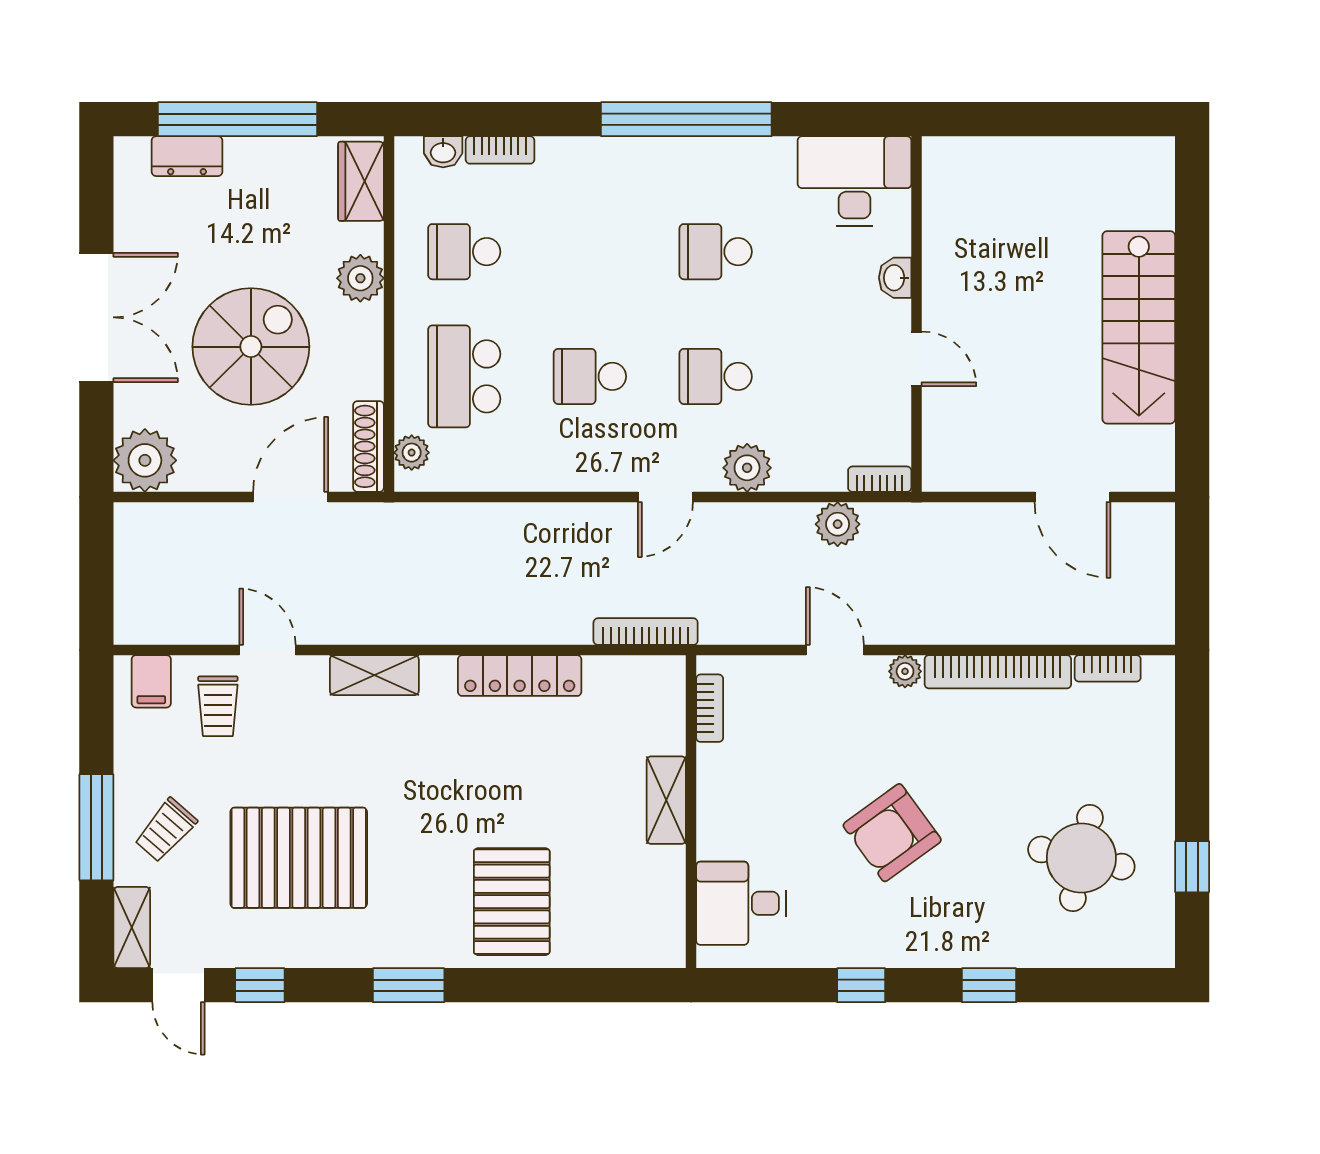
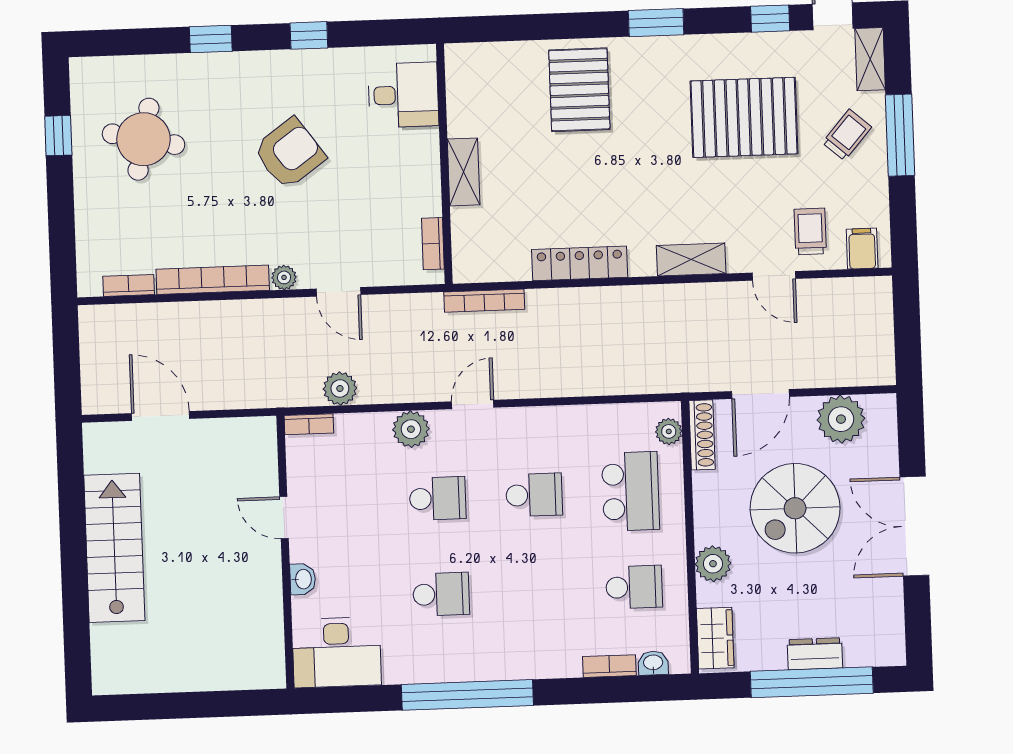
dresser: (187, 156) -> (815, 654), moved
plant: (145, 460) -> (841, 419), moved

